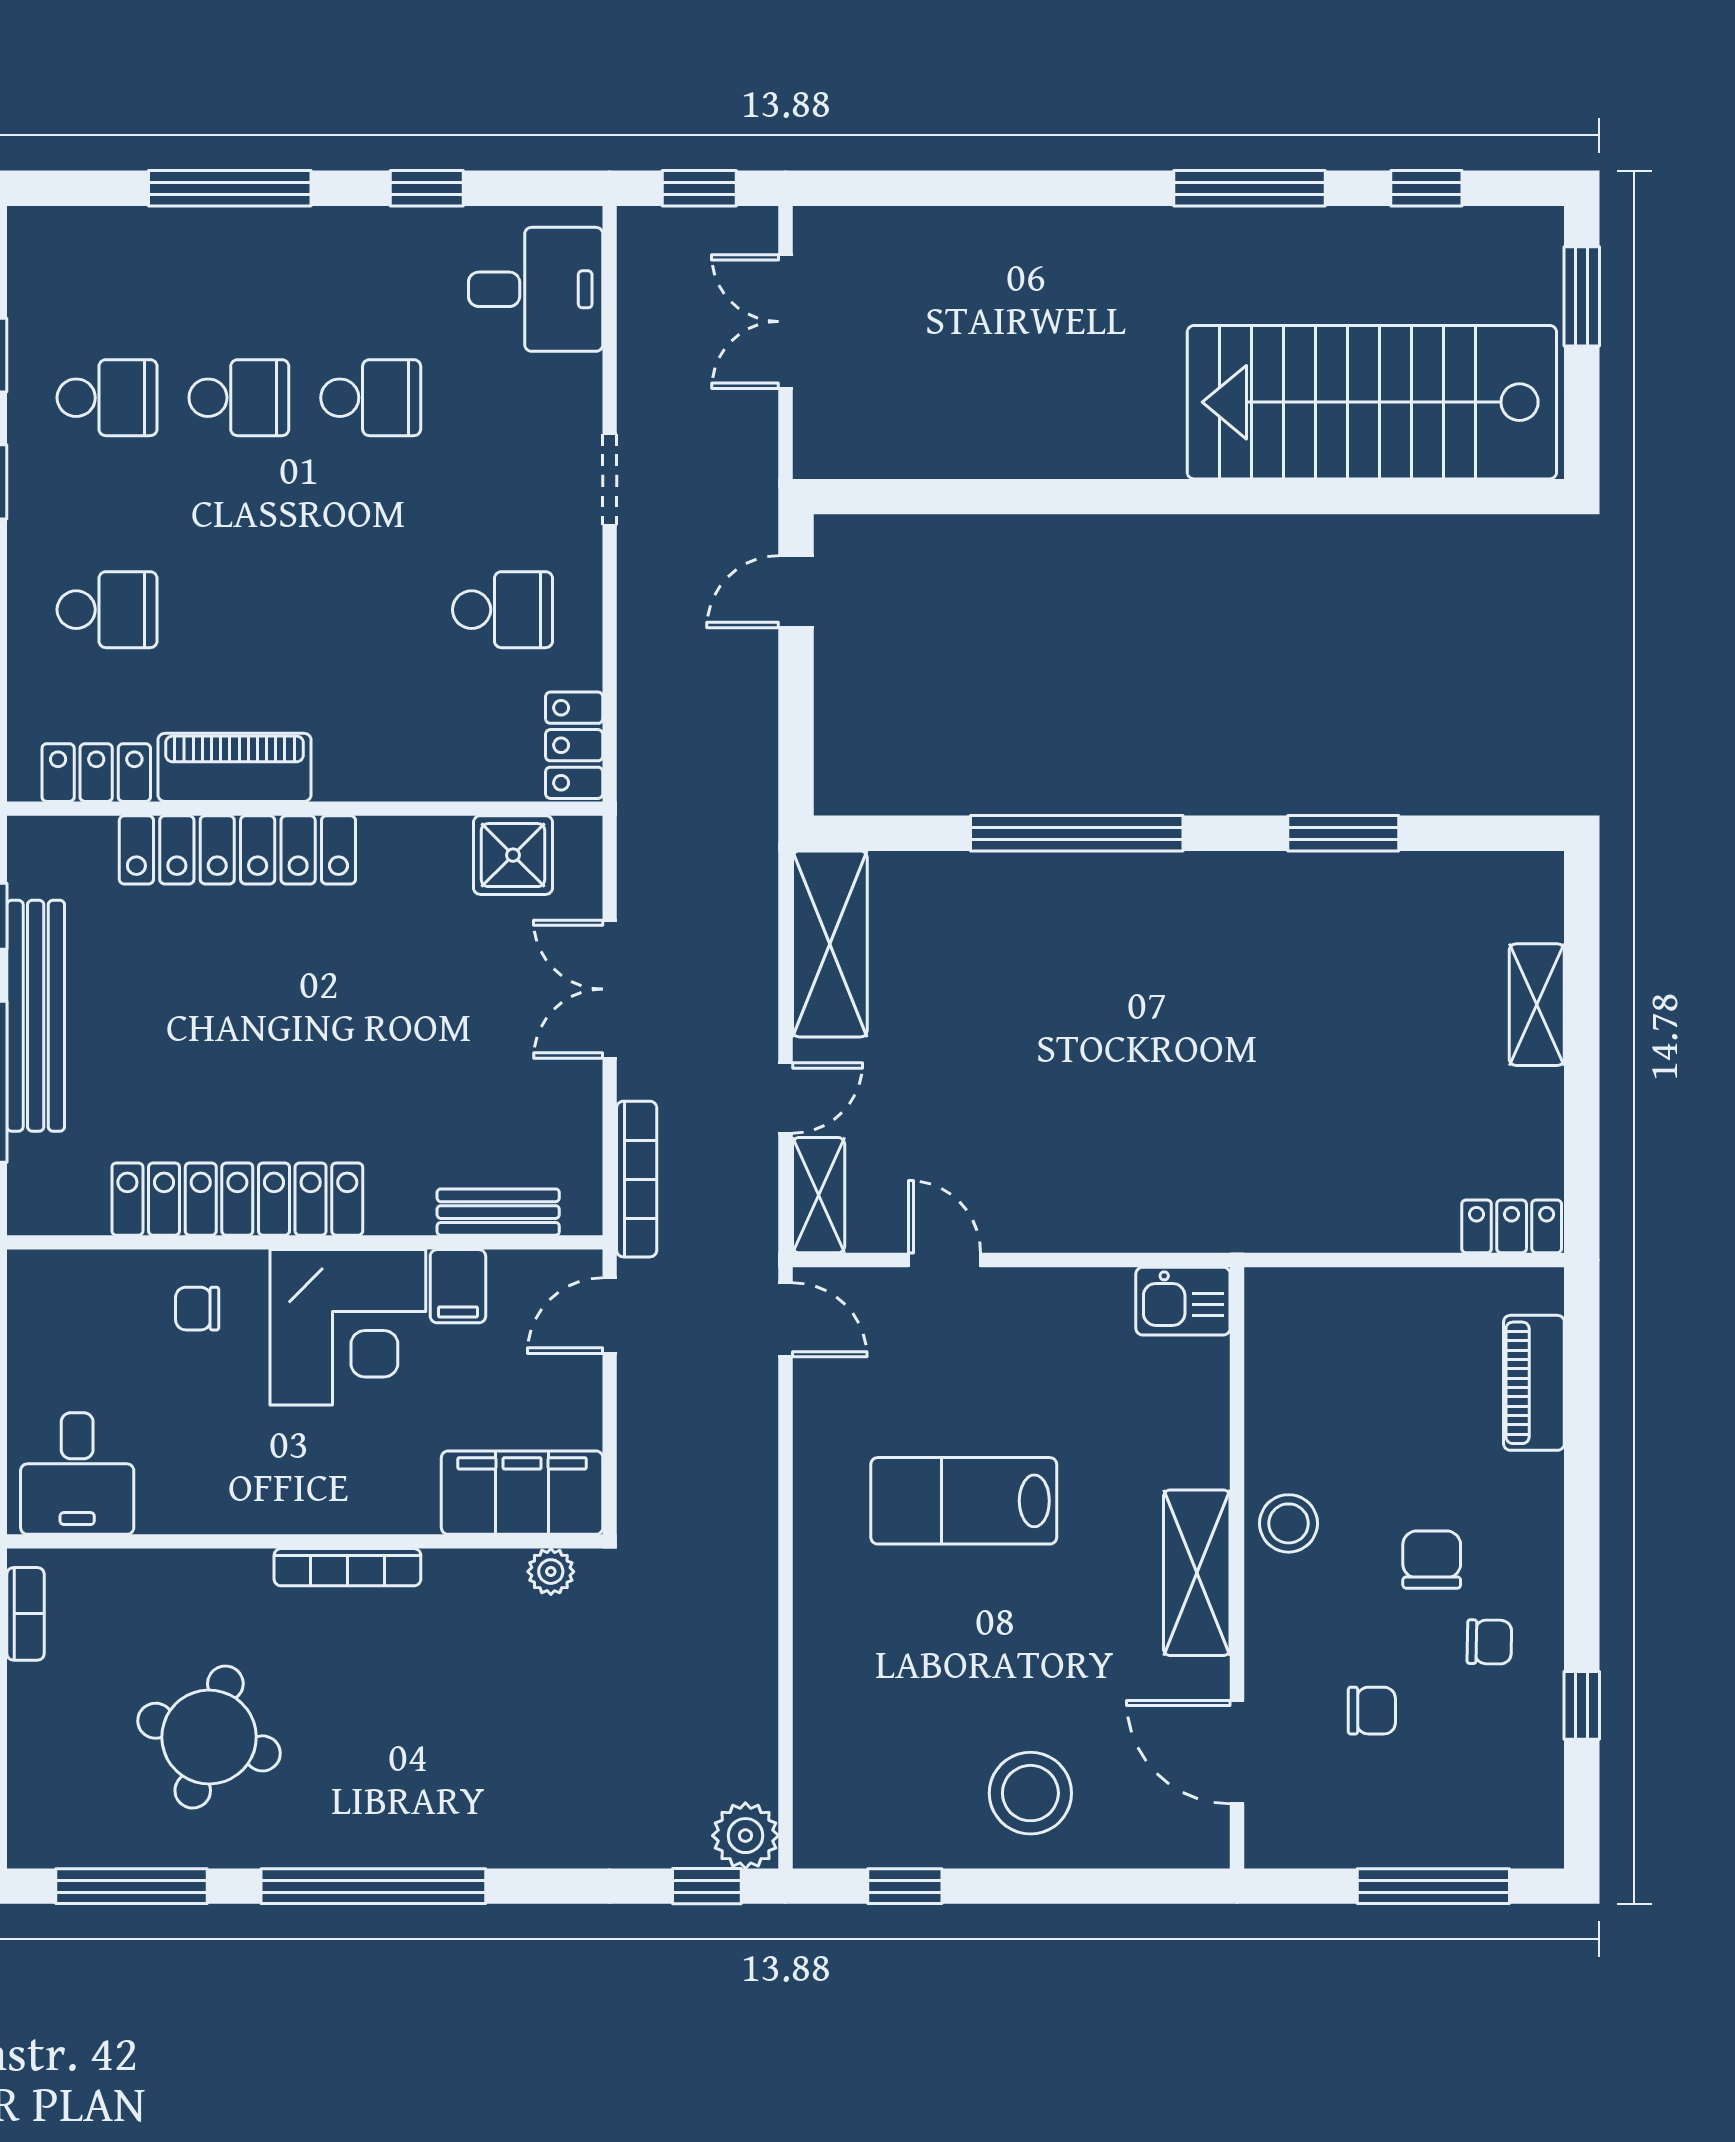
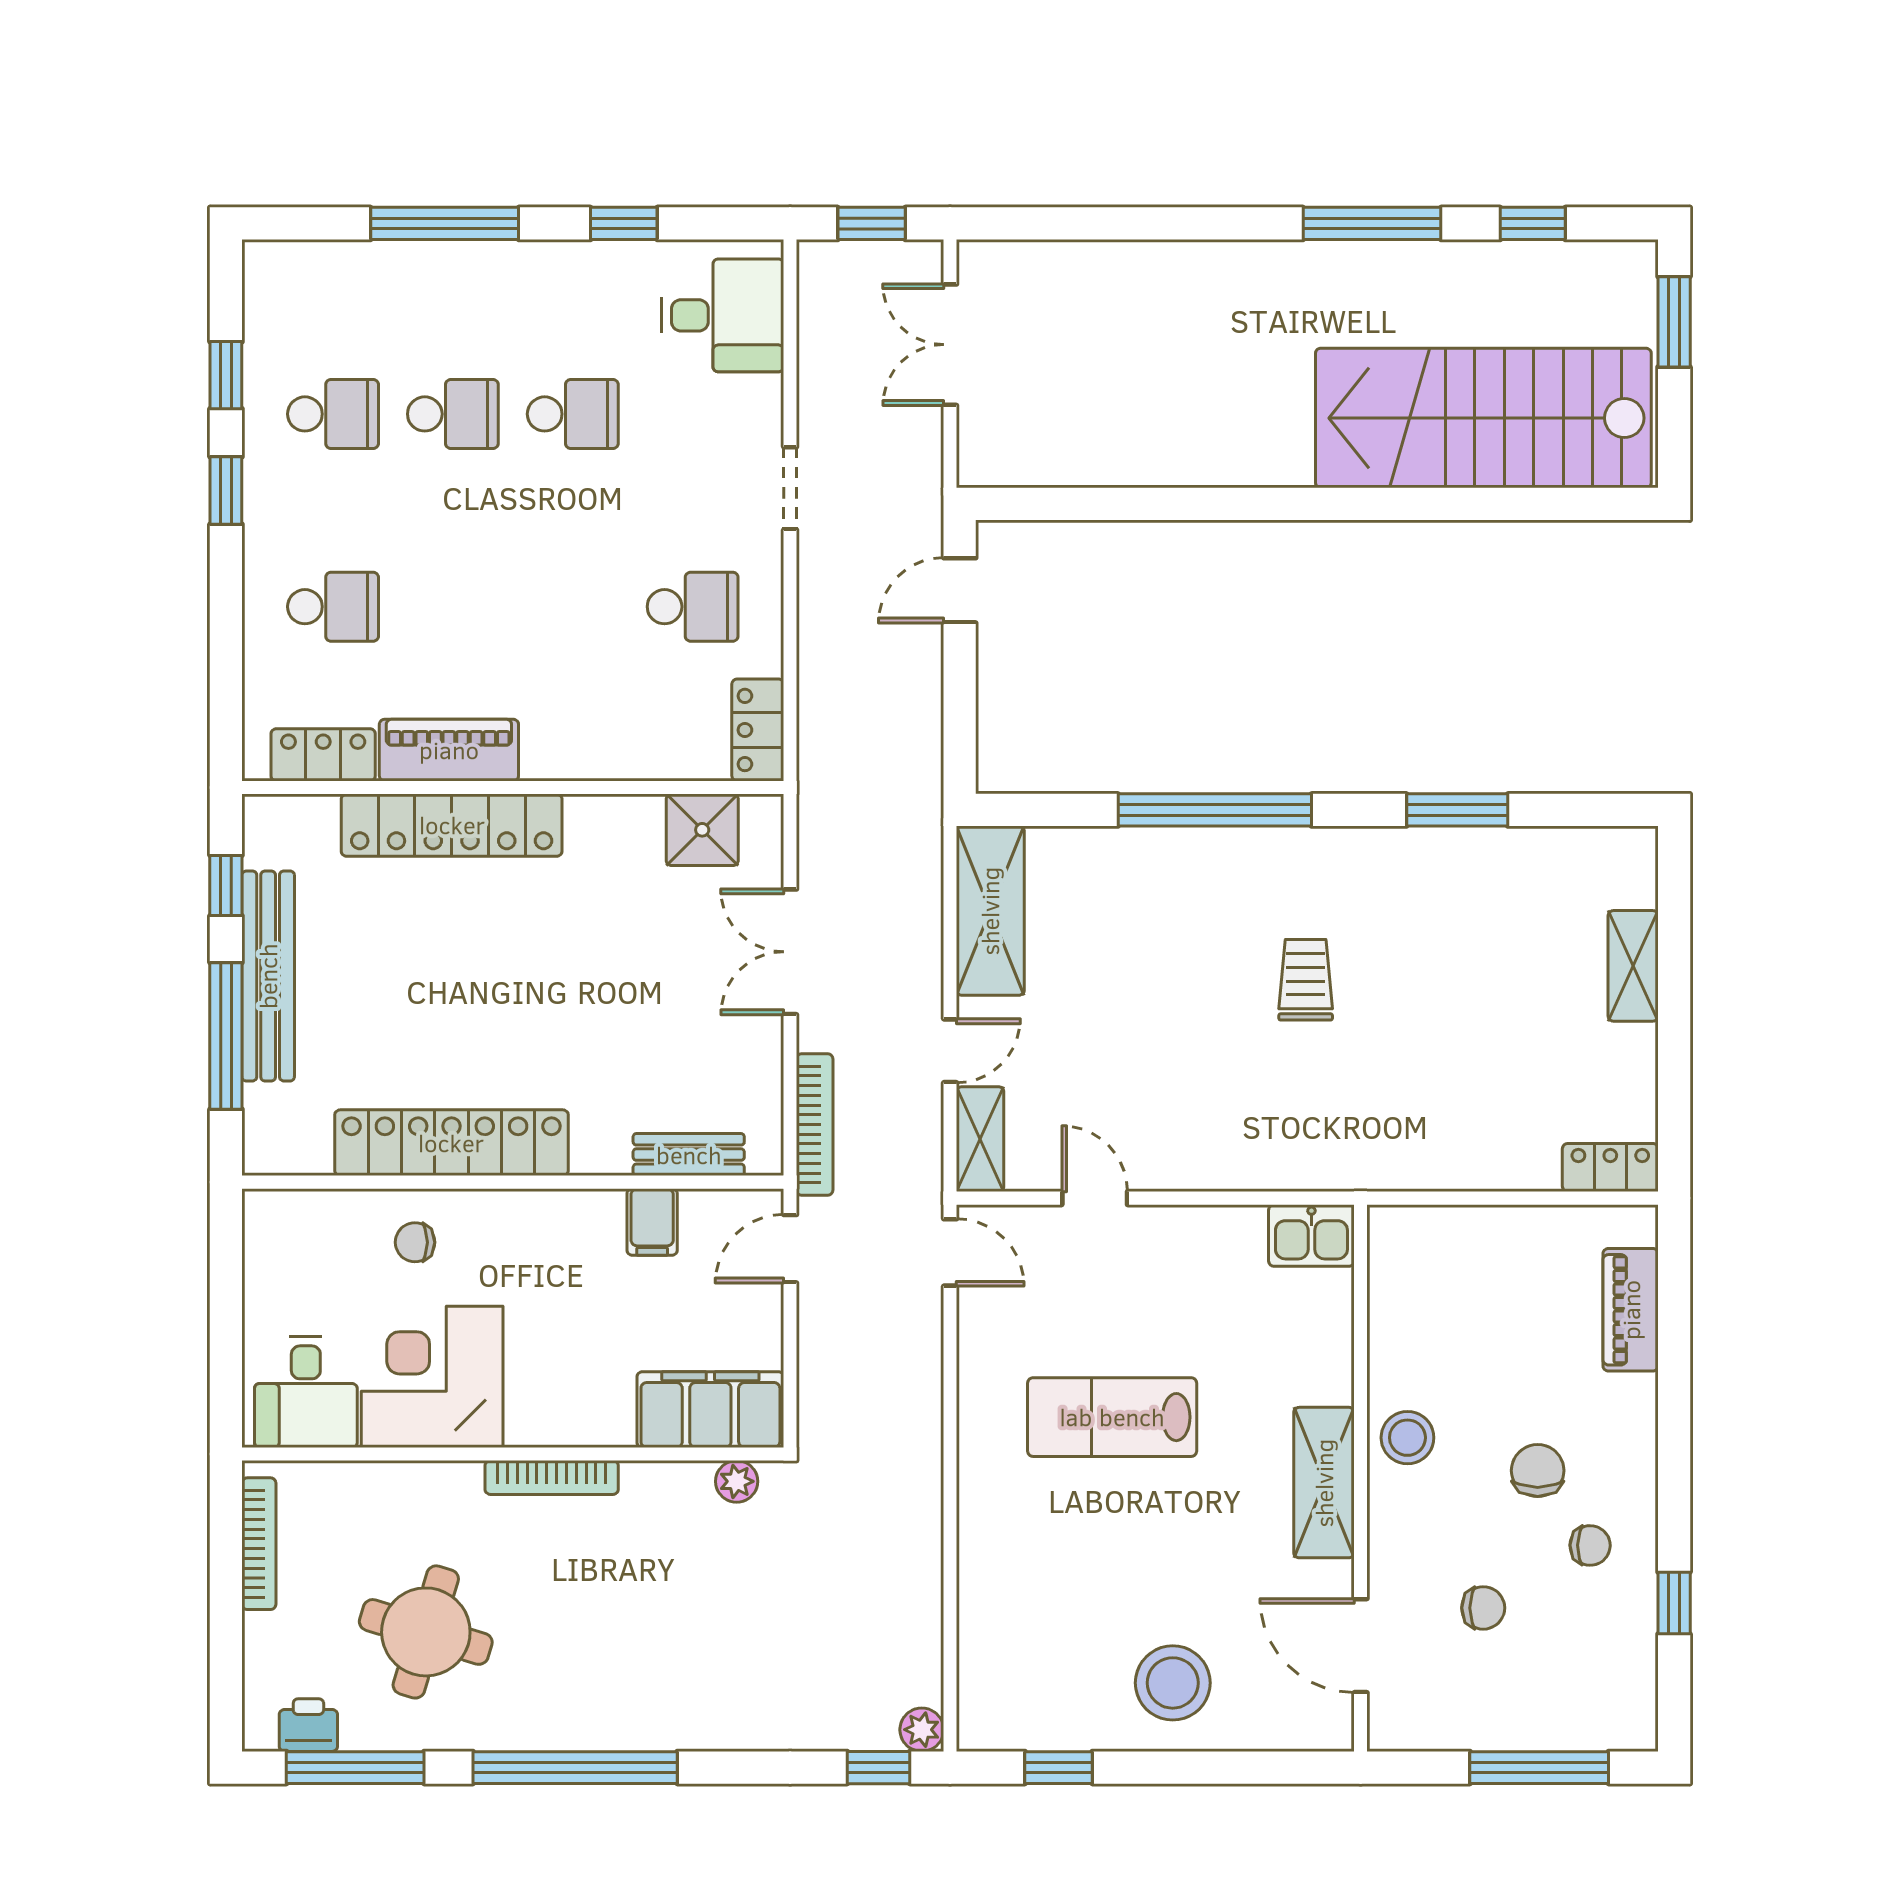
trolley: (1177, 1020) -> (1306, 980), added
corner desk: (348, 1327) -> (432, 1377), moved, turned 180
bookcase: (26, 1614) -> (259, 1544), width x1.56
plant: (745, 1836) -> (922, 1730), width x0.73, depth x0.73
printer: (80, 1840) -> (308, 1725), added

